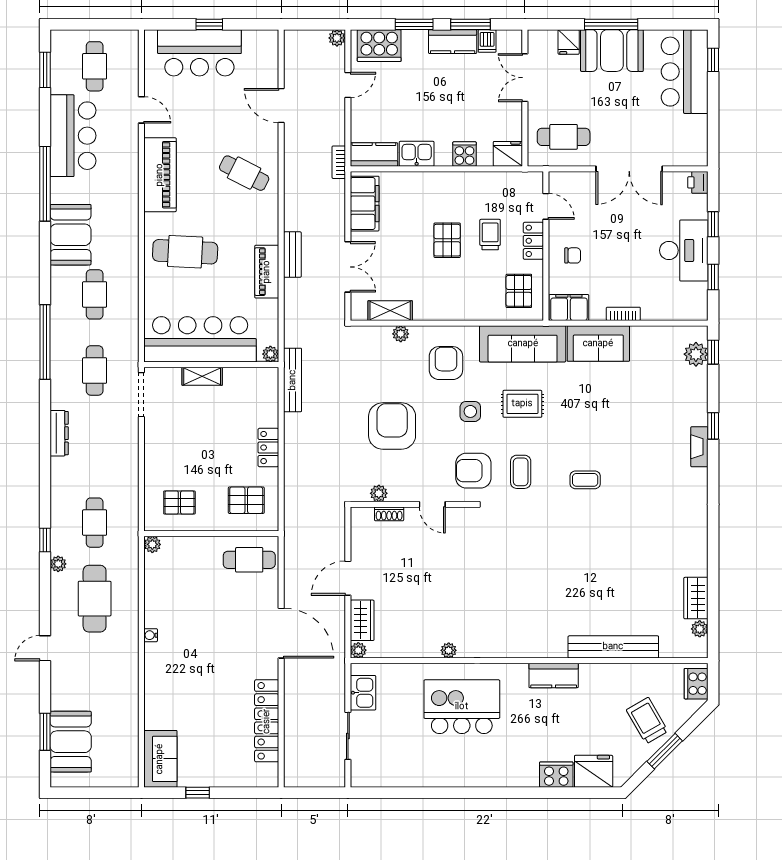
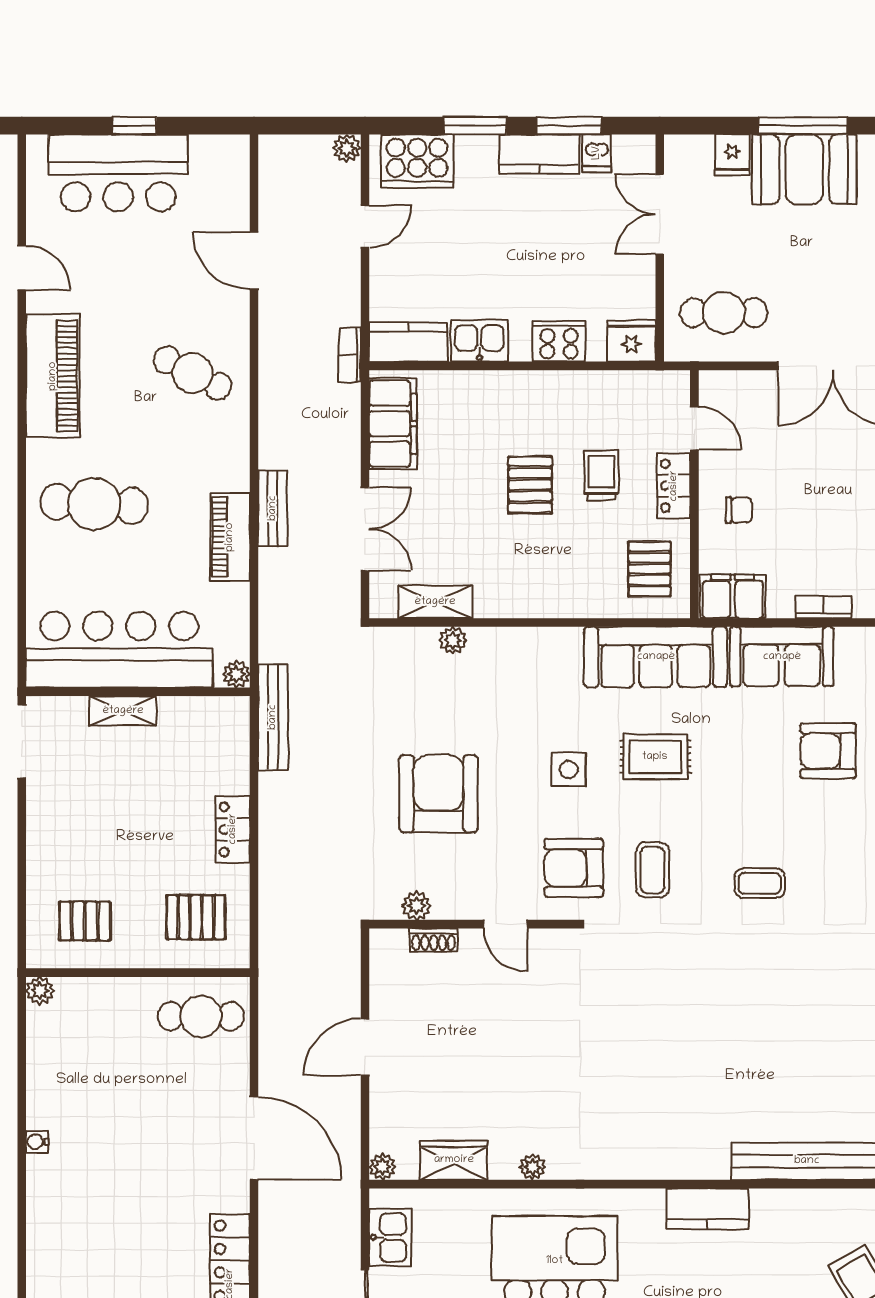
cooker: (464, 154) -> (559, 341), width x1.36
armchair: (446, 363) -> (828, 751), moved, turned -90
wardrobe: (362, 620) -> (454, 1160), moved, turned -90

